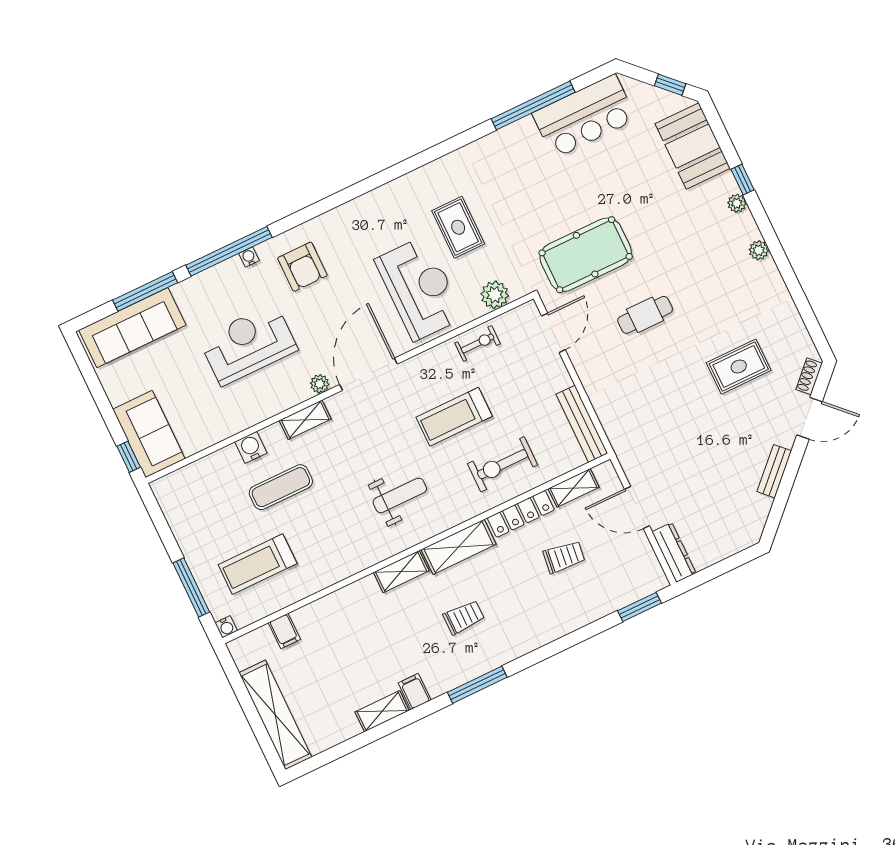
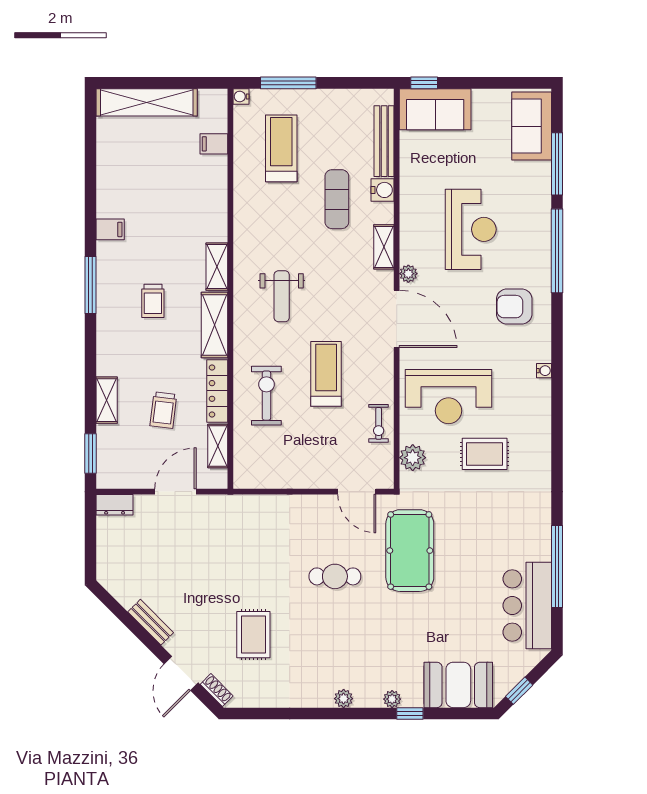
water cooler: (249, 257) -> (544, 371), moved
cafe table: (645, 315) -> (335, 576), turned 90
sofa: (132, 328) -> (532, 126), width x0.73
bench: (582, 424) -> (384, 141), moved, turned 90
dresser: (674, 552) -> (115, 505), width x0.70
shelving: (382, 711) -> (107, 400), moved

